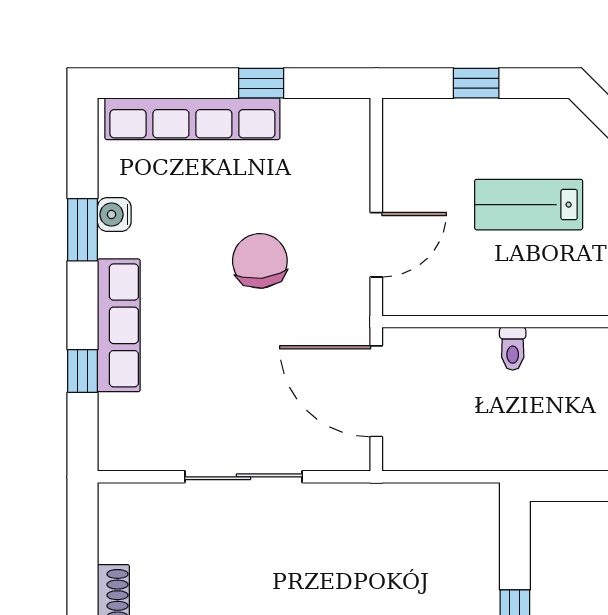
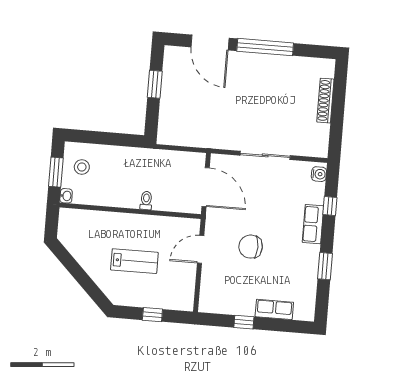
row of seats: (192, 119) -> (274, 309), width x0.50
water cooler: (114, 215) -> (319, 174), moved
chair: (260, 261) -> (251, 247), turned 96
row of seats: (119, 325) -> (313, 224), width x0.68

